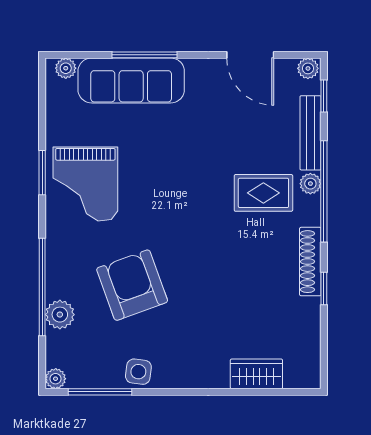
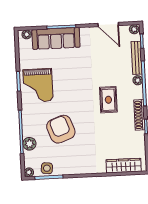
rug: (263, 193) -> (108, 100), moved, turned 90
side table: (138, 372) -> (47, 168), moved
wardrobe: (256, 374) -> (124, 166), width x1.50

